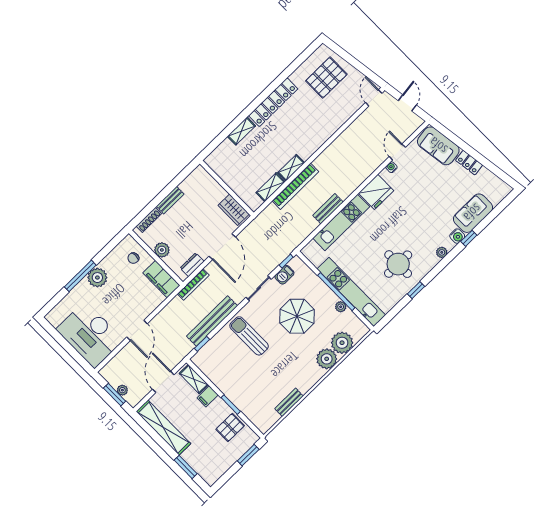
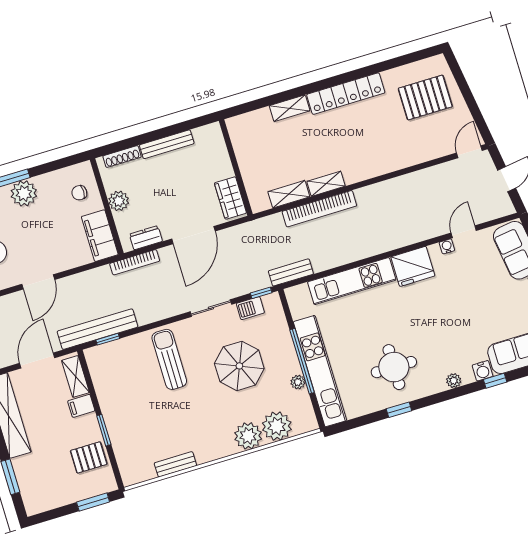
bench: (170, 200) -> (167, 144), width x1.36
bench: (328, 209) -> (291, 272), moved
bench: (212, 321) -> (97, 329), moved

